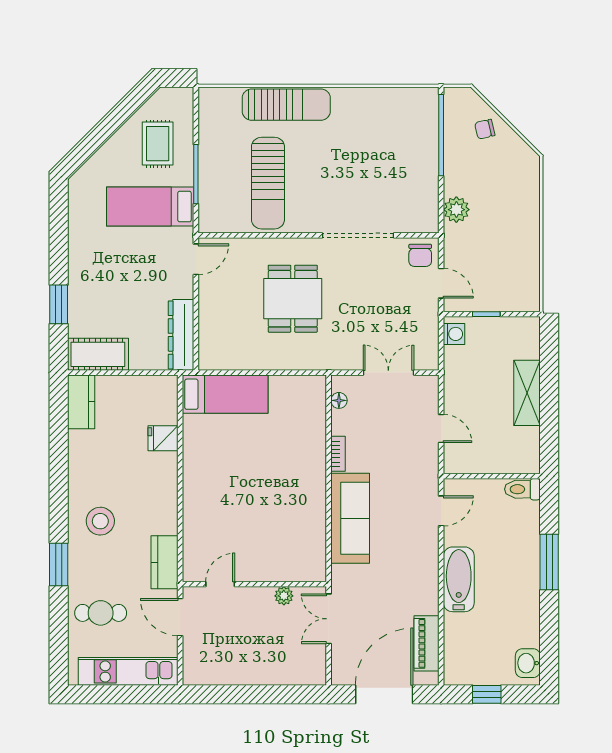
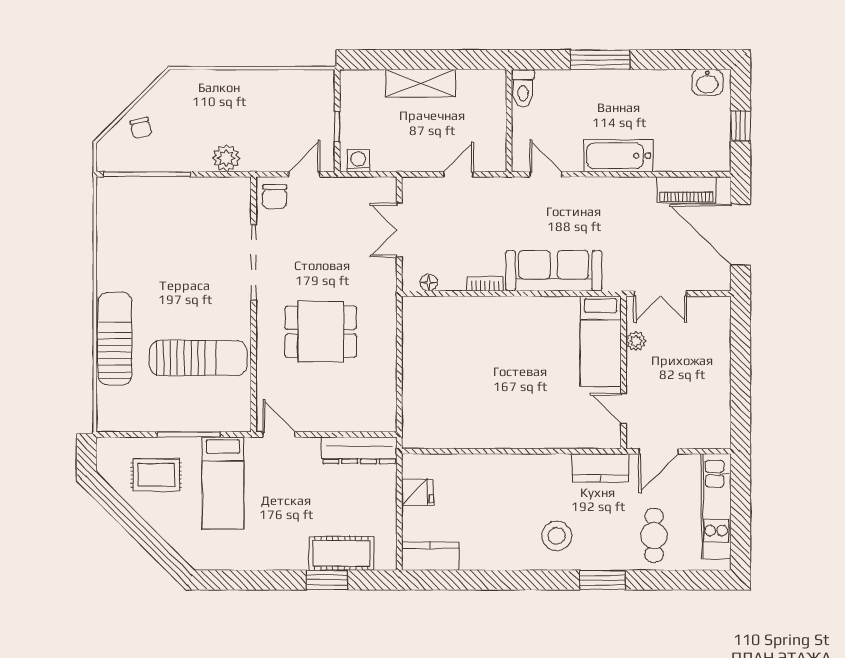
chair: (420, 255) -> (275, 197), turned 90
cot: (98, 354) -> (341, 553), moved, turned 90
bed: (225, 394) -> (601, 341), moved, turned 180
fridge: (163, 438) -> (417, 492), moved, turned -90

